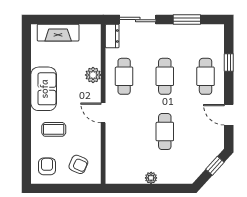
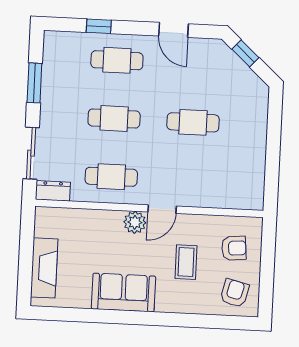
plant: (93, 75) -> (135, 222), moved
door: (229, 115) -> (173, 30), hinge flipped
coffee table: (54, 129) -> (186, 262), moved
armchair: (78, 164) -> (234, 248), turned 61
armchair: (47, 166) -> (235, 293), turned 104
plant: (151, 178) -> (258, 145), removed

